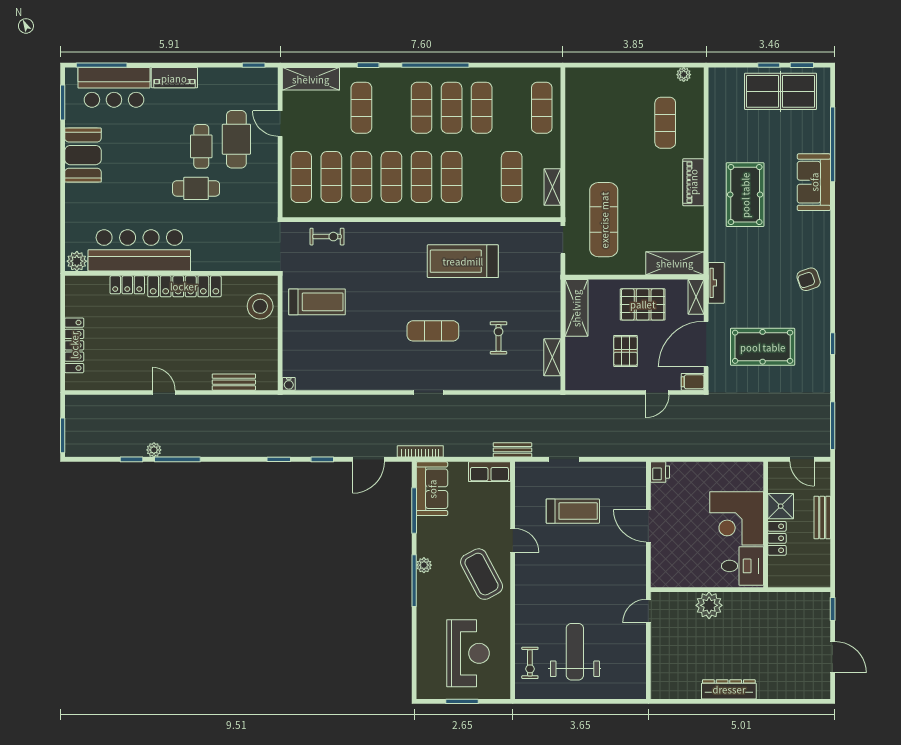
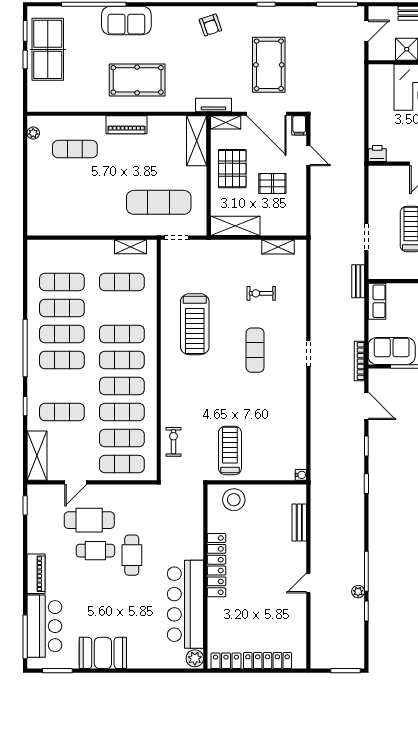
exercise mat: (542, 108) -> (62, 282), moved
locker: (127, 285) -> (226, 661), moved, turned -90

